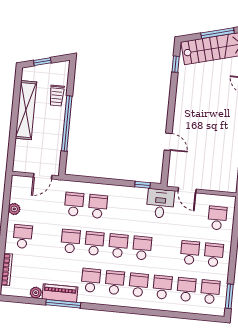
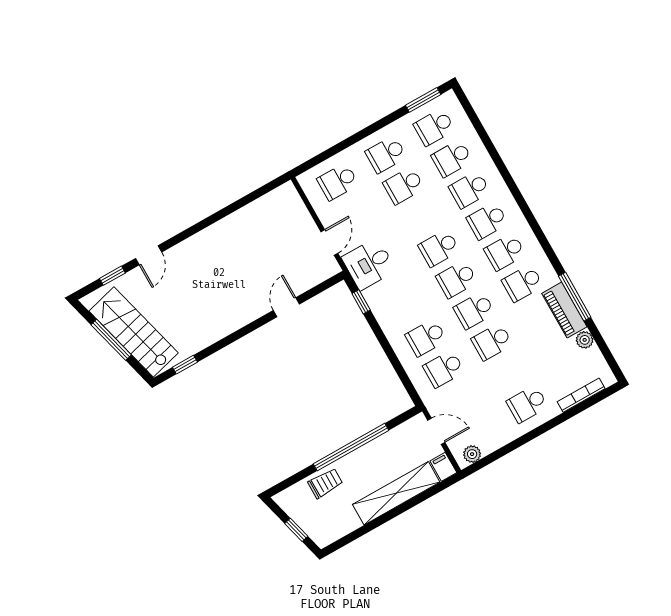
shelving: (26, 110) -> (396, 493), moved
filing cabinet: (20, 166) -> (443, 467), added
plant: (14, 209) -> (472, 454), moved

